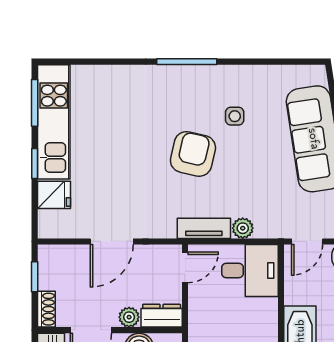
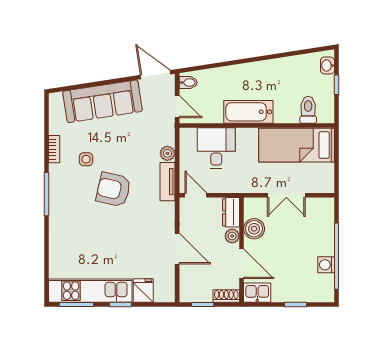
bookcase: (249, 72) -> (54, 149), added
desk: (250, 270) -> (216, 148), moved

